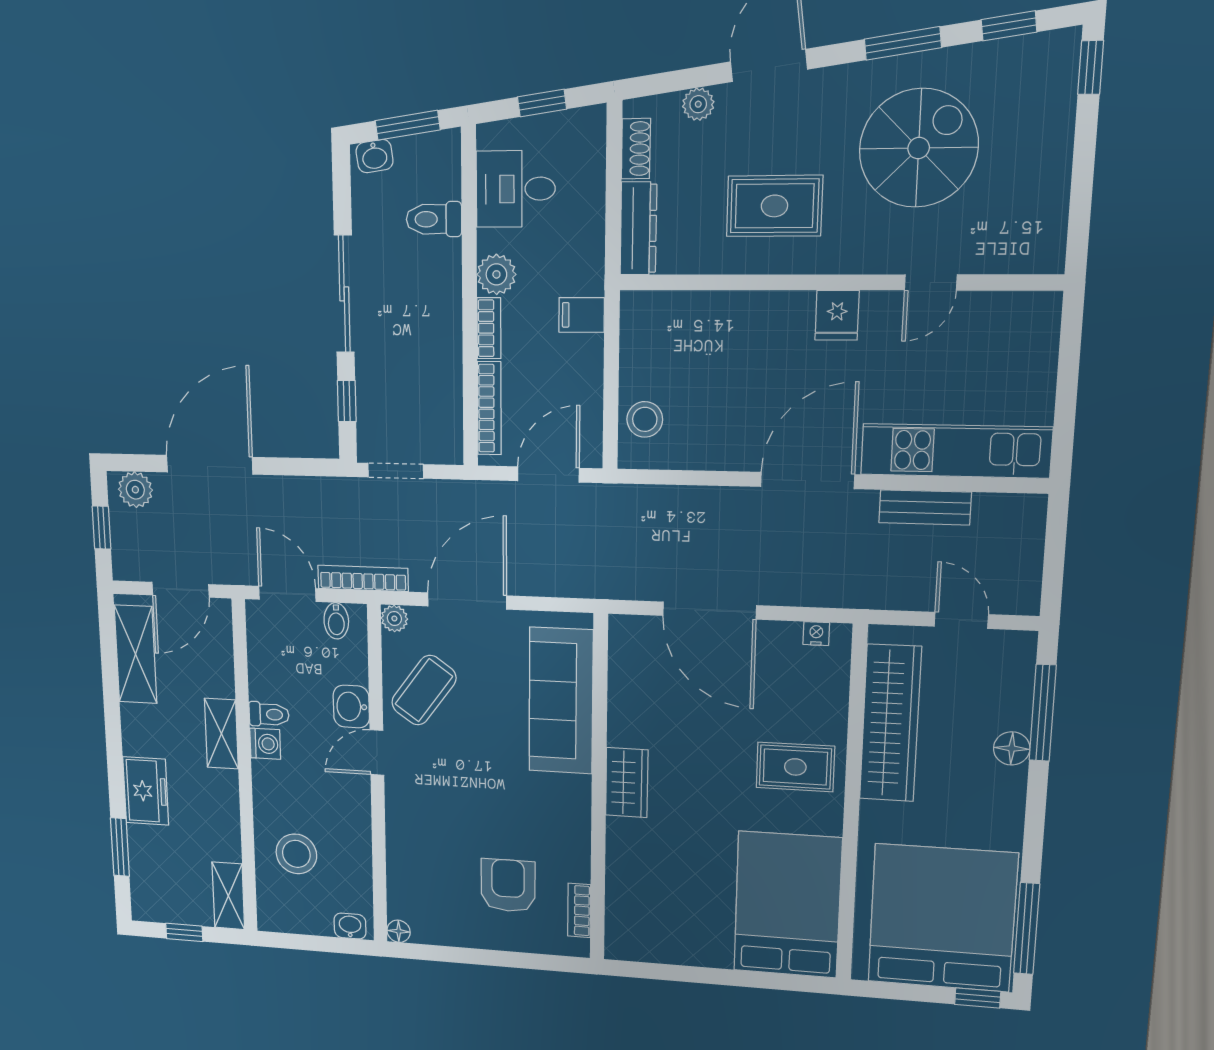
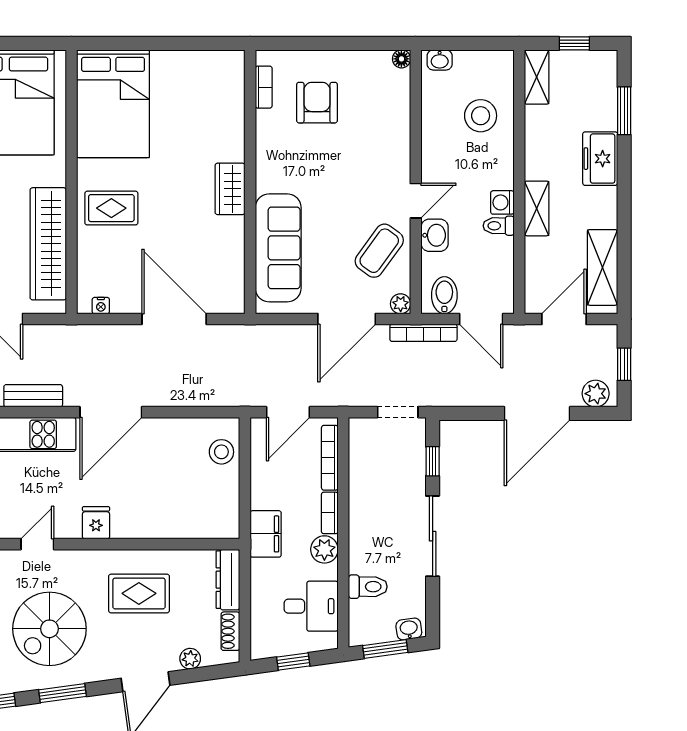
filing cabinet: (582, 315) -> (266, 534), width x2.00
bidet: (336, 621) -> (444, 295), width x1.38, depth x1.36
armchair: (508, 886) -> (317, 103), turned 180

